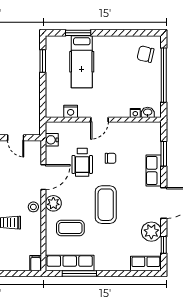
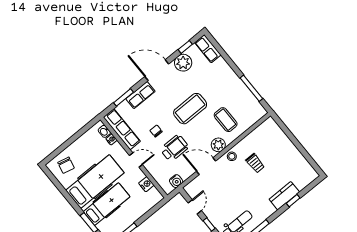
hospital bed: (110, 68) -> (95, 182), added
window: (164, 75) -> (70, 141), removed
filing cabinet: (36, 263) -> (269, 124), removed
row of seats: (70, 263) -> (122, 129), moved, turned 180

